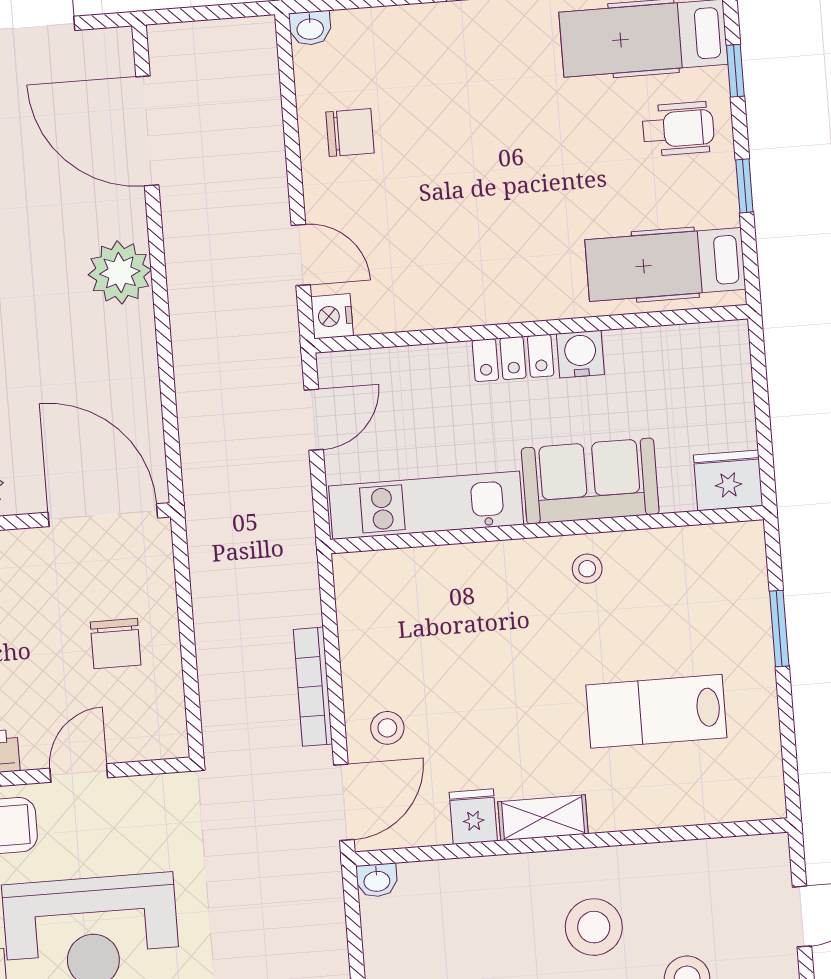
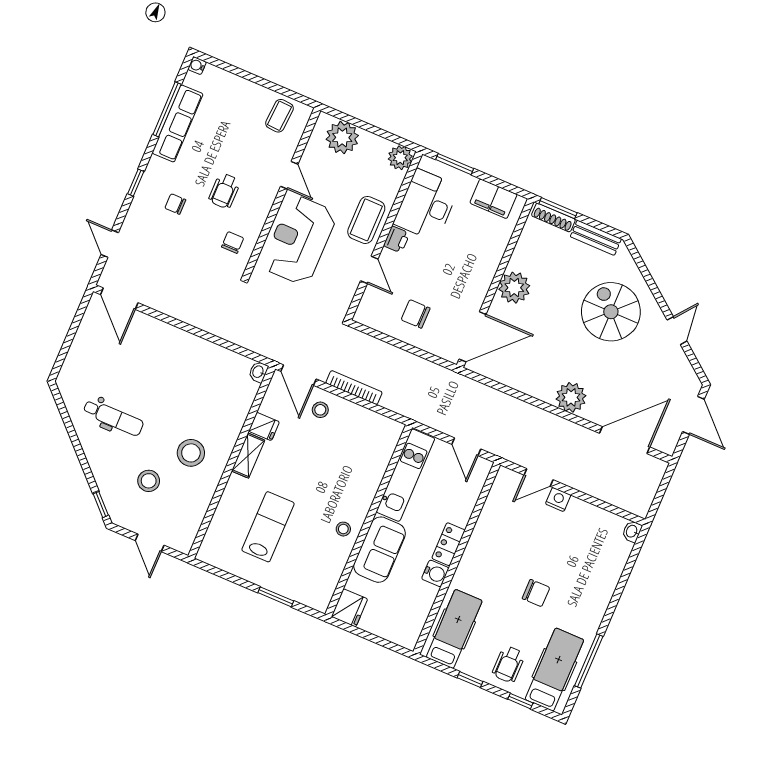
chair: (350, 133) -> (536, 593), moved, turned -90
nightstand: (332, 316) -> (558, 499), moved

